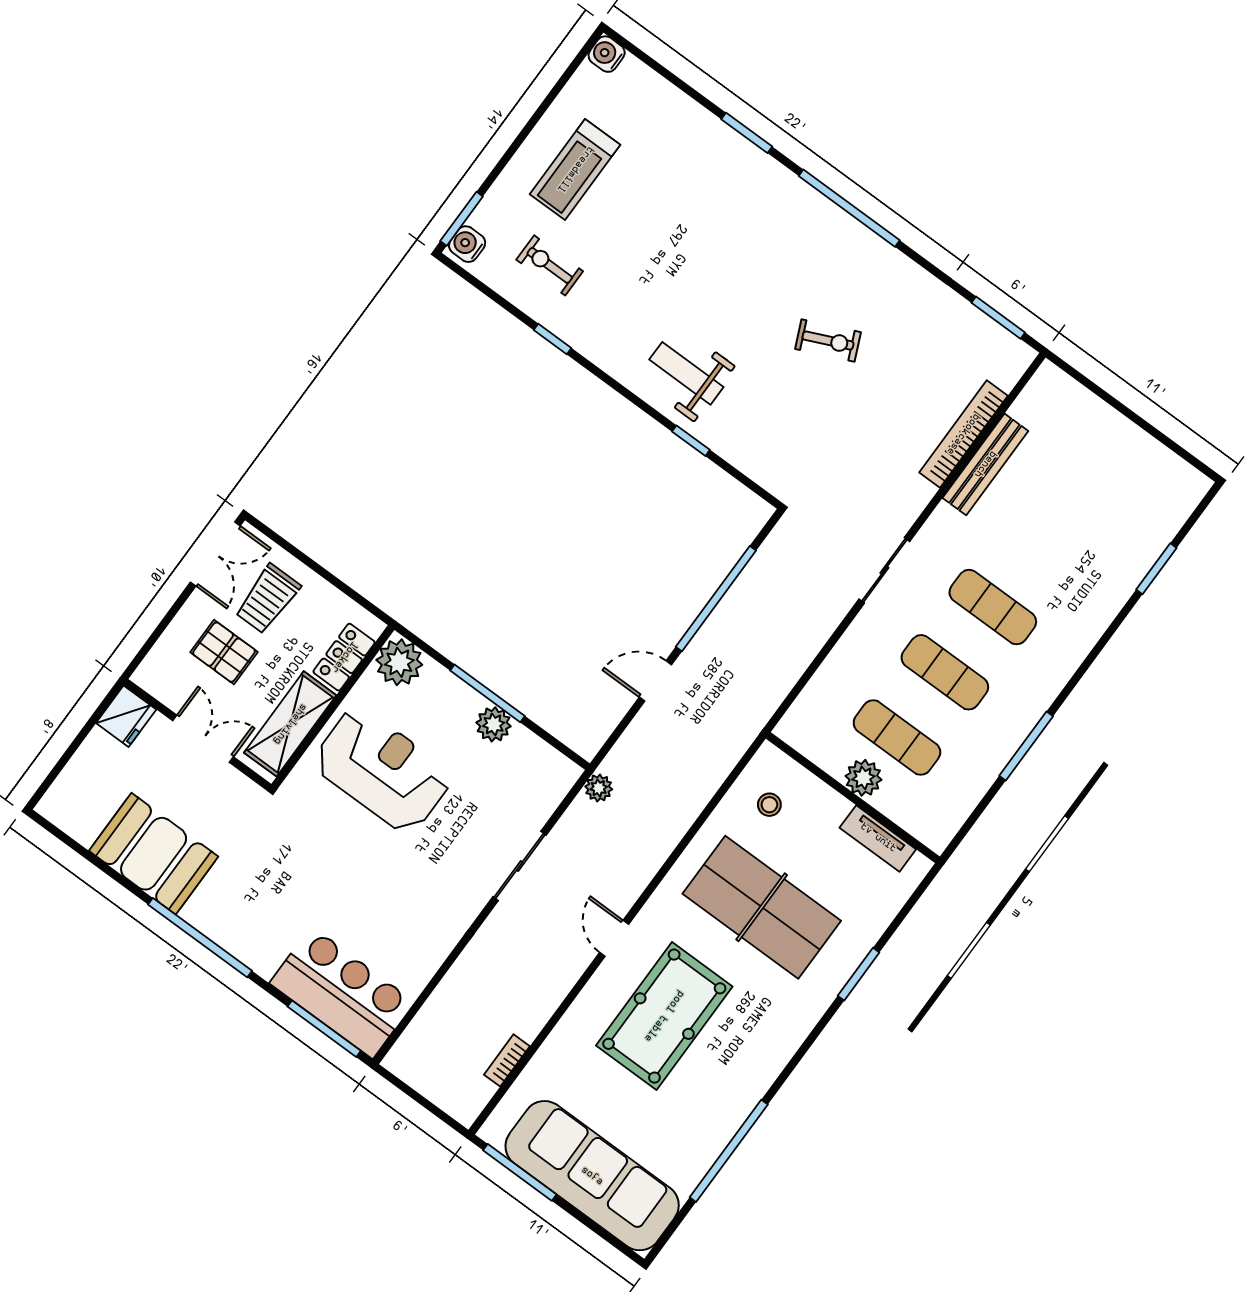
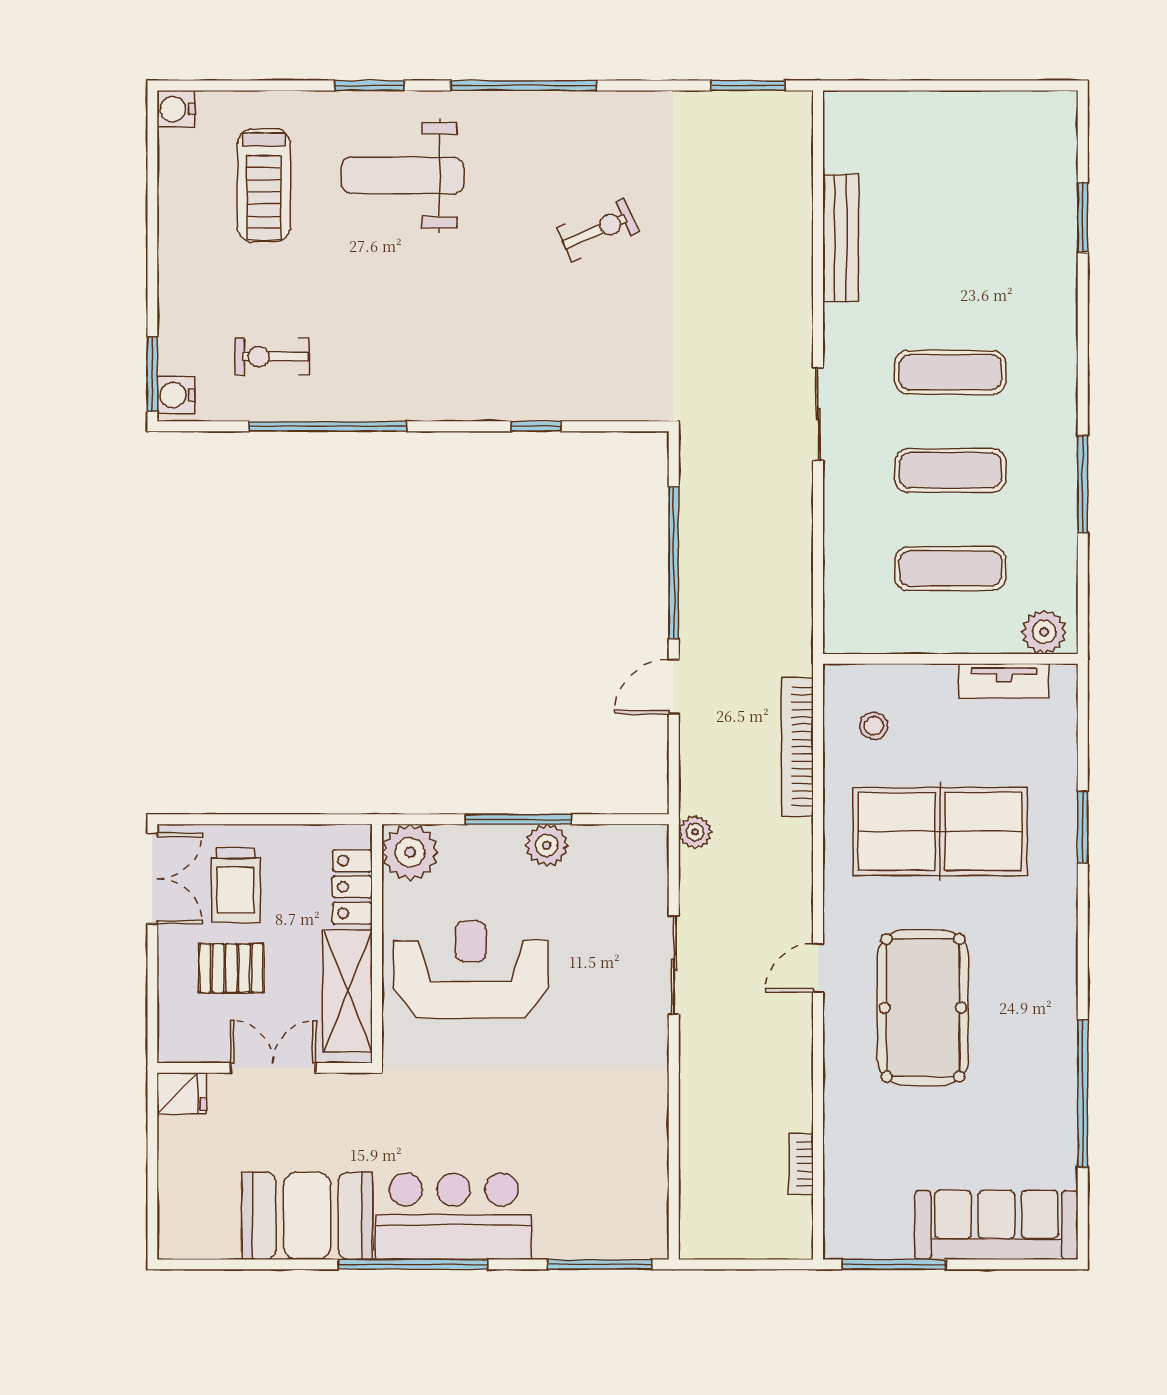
treadmill: (575, 169) -> (264, 185), moved
window: (553, 339) -> (328, 426), width x3.17
weight bench: (686, 373) -> (403, 175), moved, width x1.36, depth x1.33
bookcase: (963, 434) -> (797, 747), moved
fridge: (126, 716) -> (182, 1093), width x0.72
plant: (863, 778) -> (1044, 632), moved
door: (614, 938) -> (818, 968), hinge flipped
bar counter: (342, 993) -> (454, 1216), moved
sofa: (592, 1176) -> (996, 1225), width x0.74, depth x0.79

